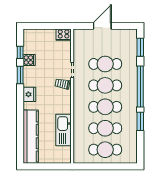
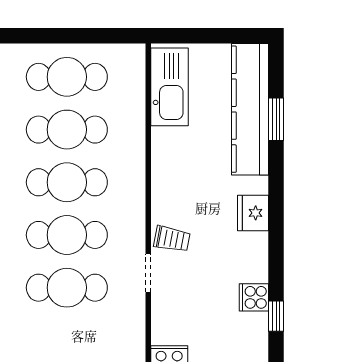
window: (20, 75) -> (276, 119), moved
kitchen sink: (63, 130) -> (169, 87), moved

